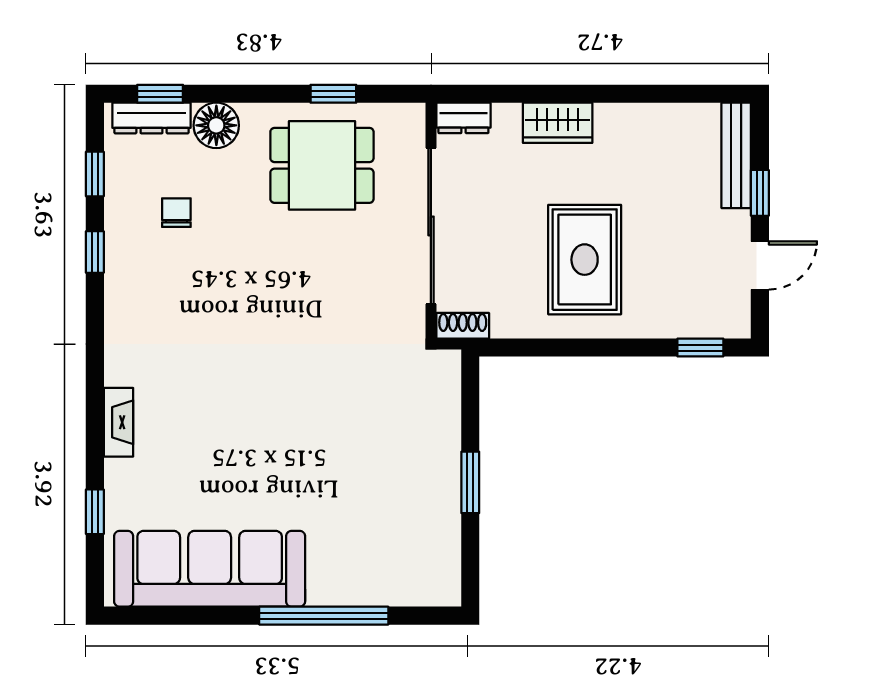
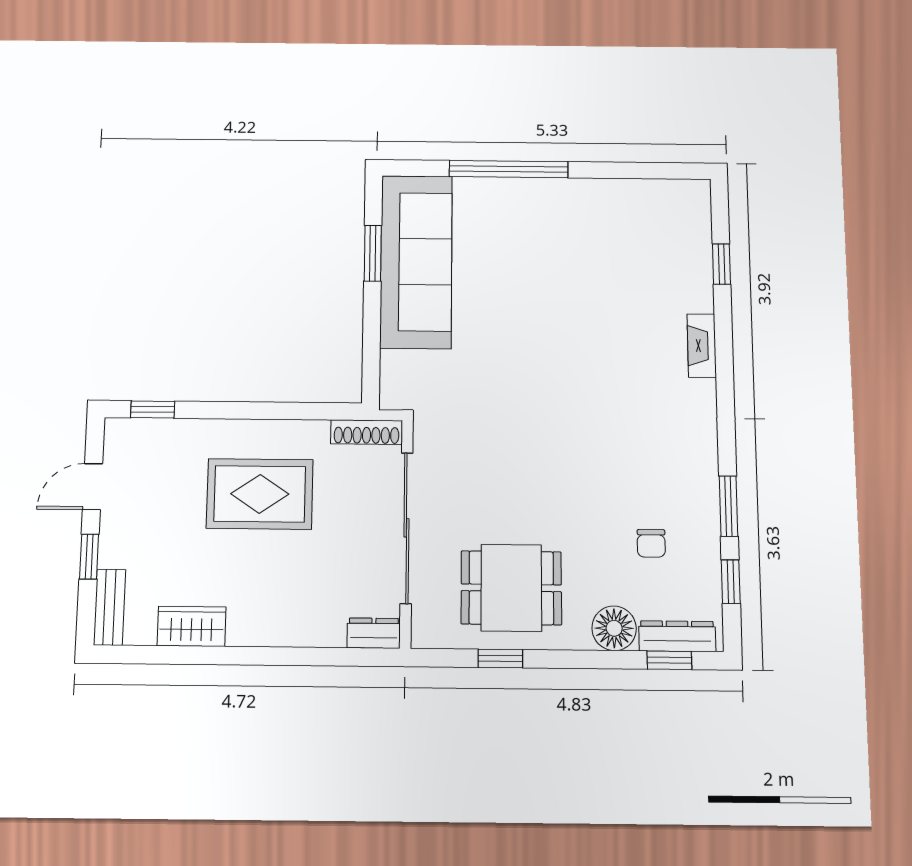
wardrobe: (558, 123) -> (192, 626), moved
bench: (736, 155) -> (110, 607), width x0.73
window: (95, 252) -> (728, 506), width x1.50
rug: (585, 260) -> (260, 494), turned 90
shoe rack: (463, 326) -> (367, 432), width x1.43
window: (470, 482) -> (373, 253), moved
sofa: (210, 569) -> (416, 262), moved, turned -90

